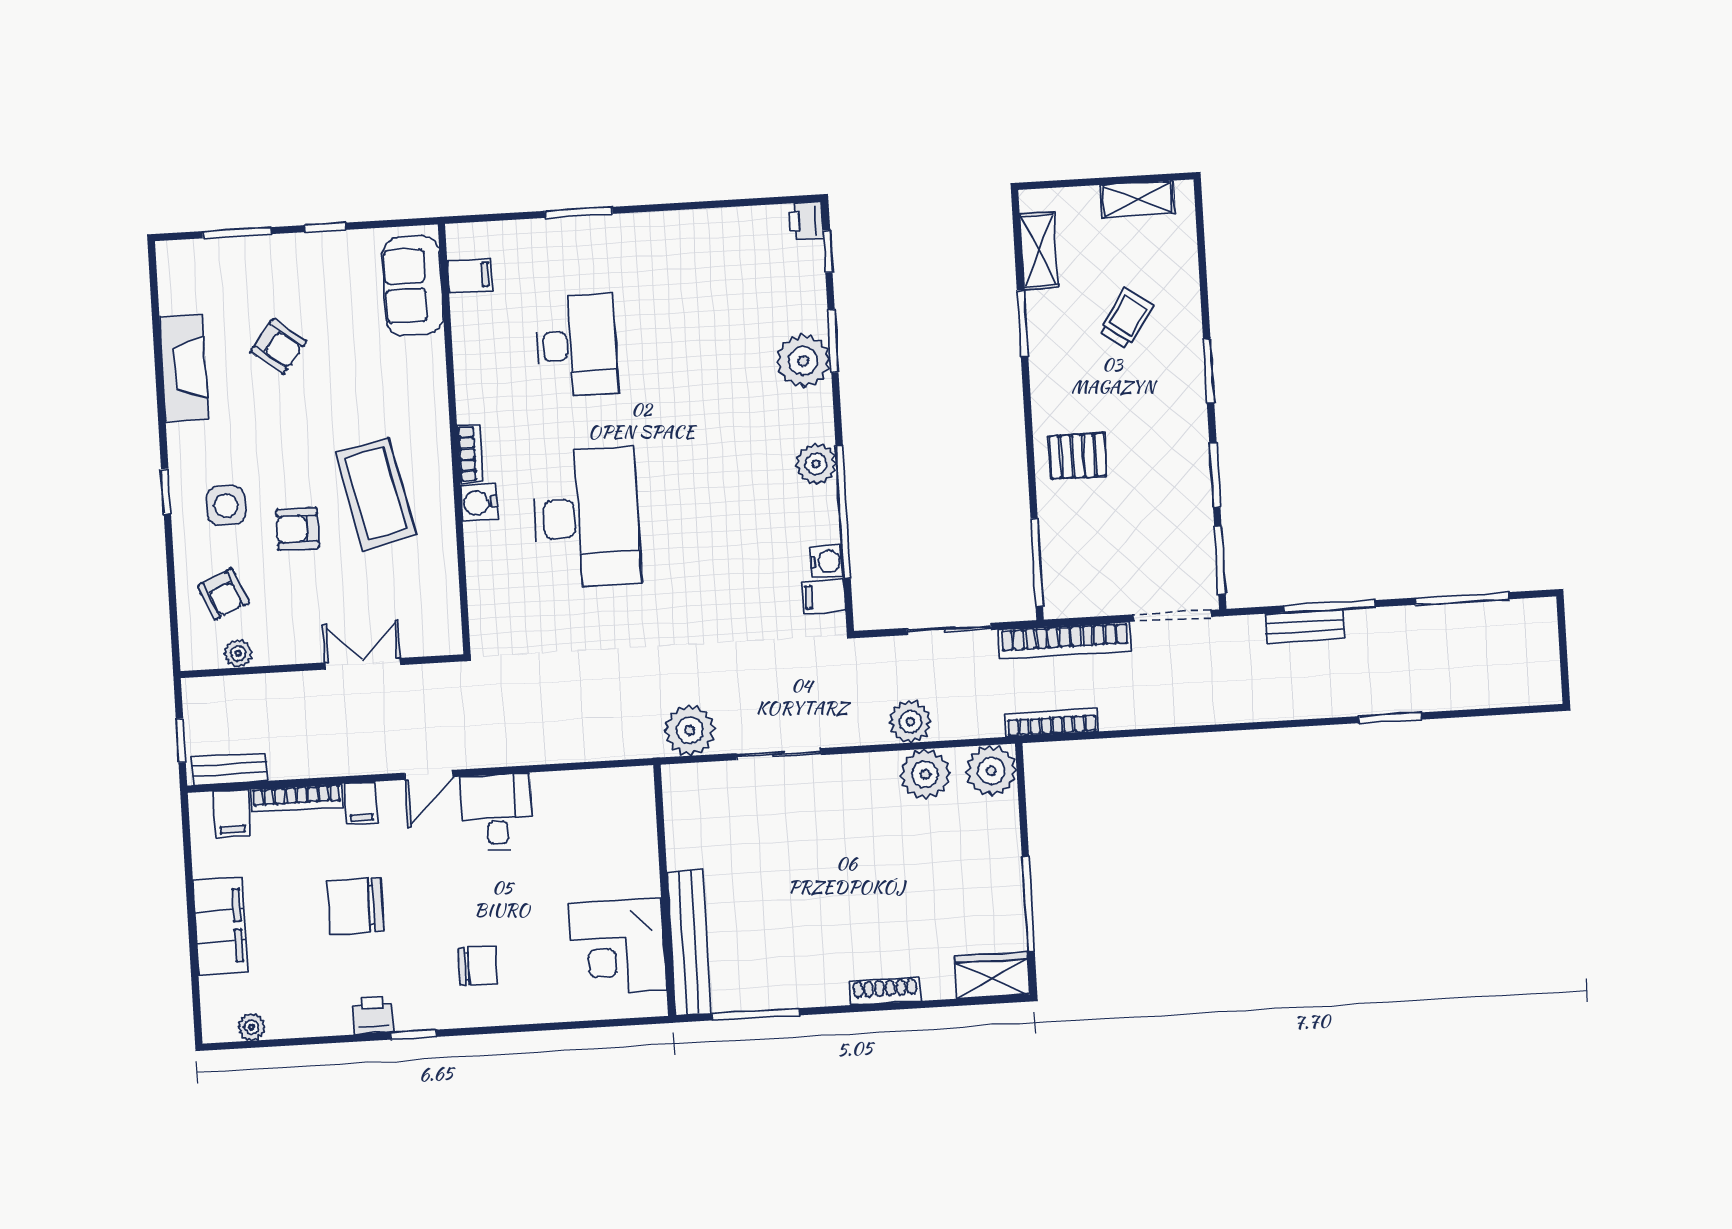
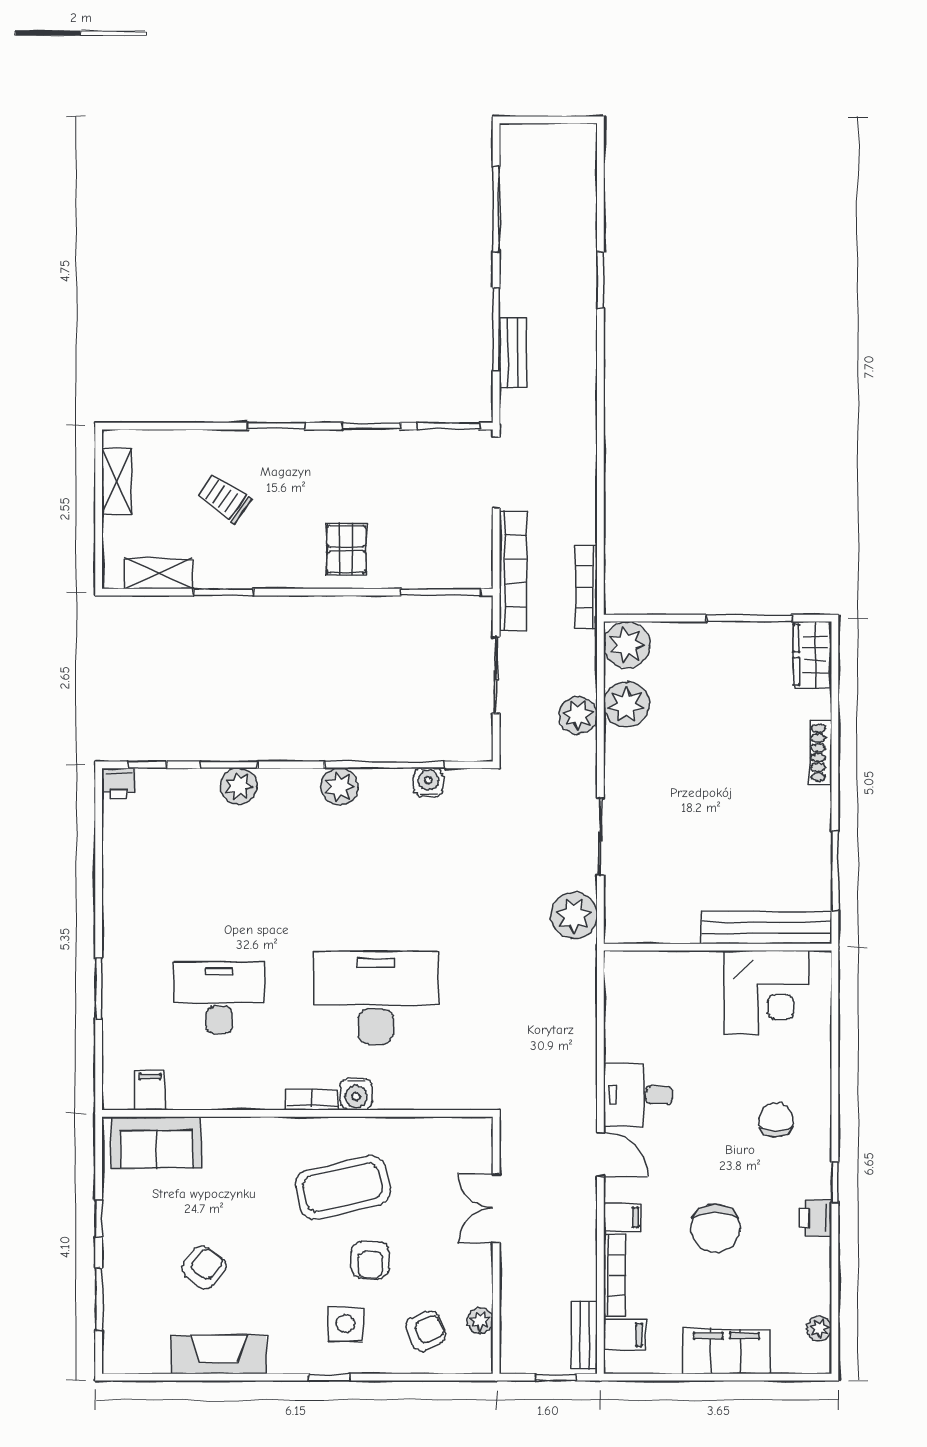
plant: (803, 361) -> (239, 786), width x0.73, depth x0.73
filing cabinet: (823, 596) -> (460, 787), removed

